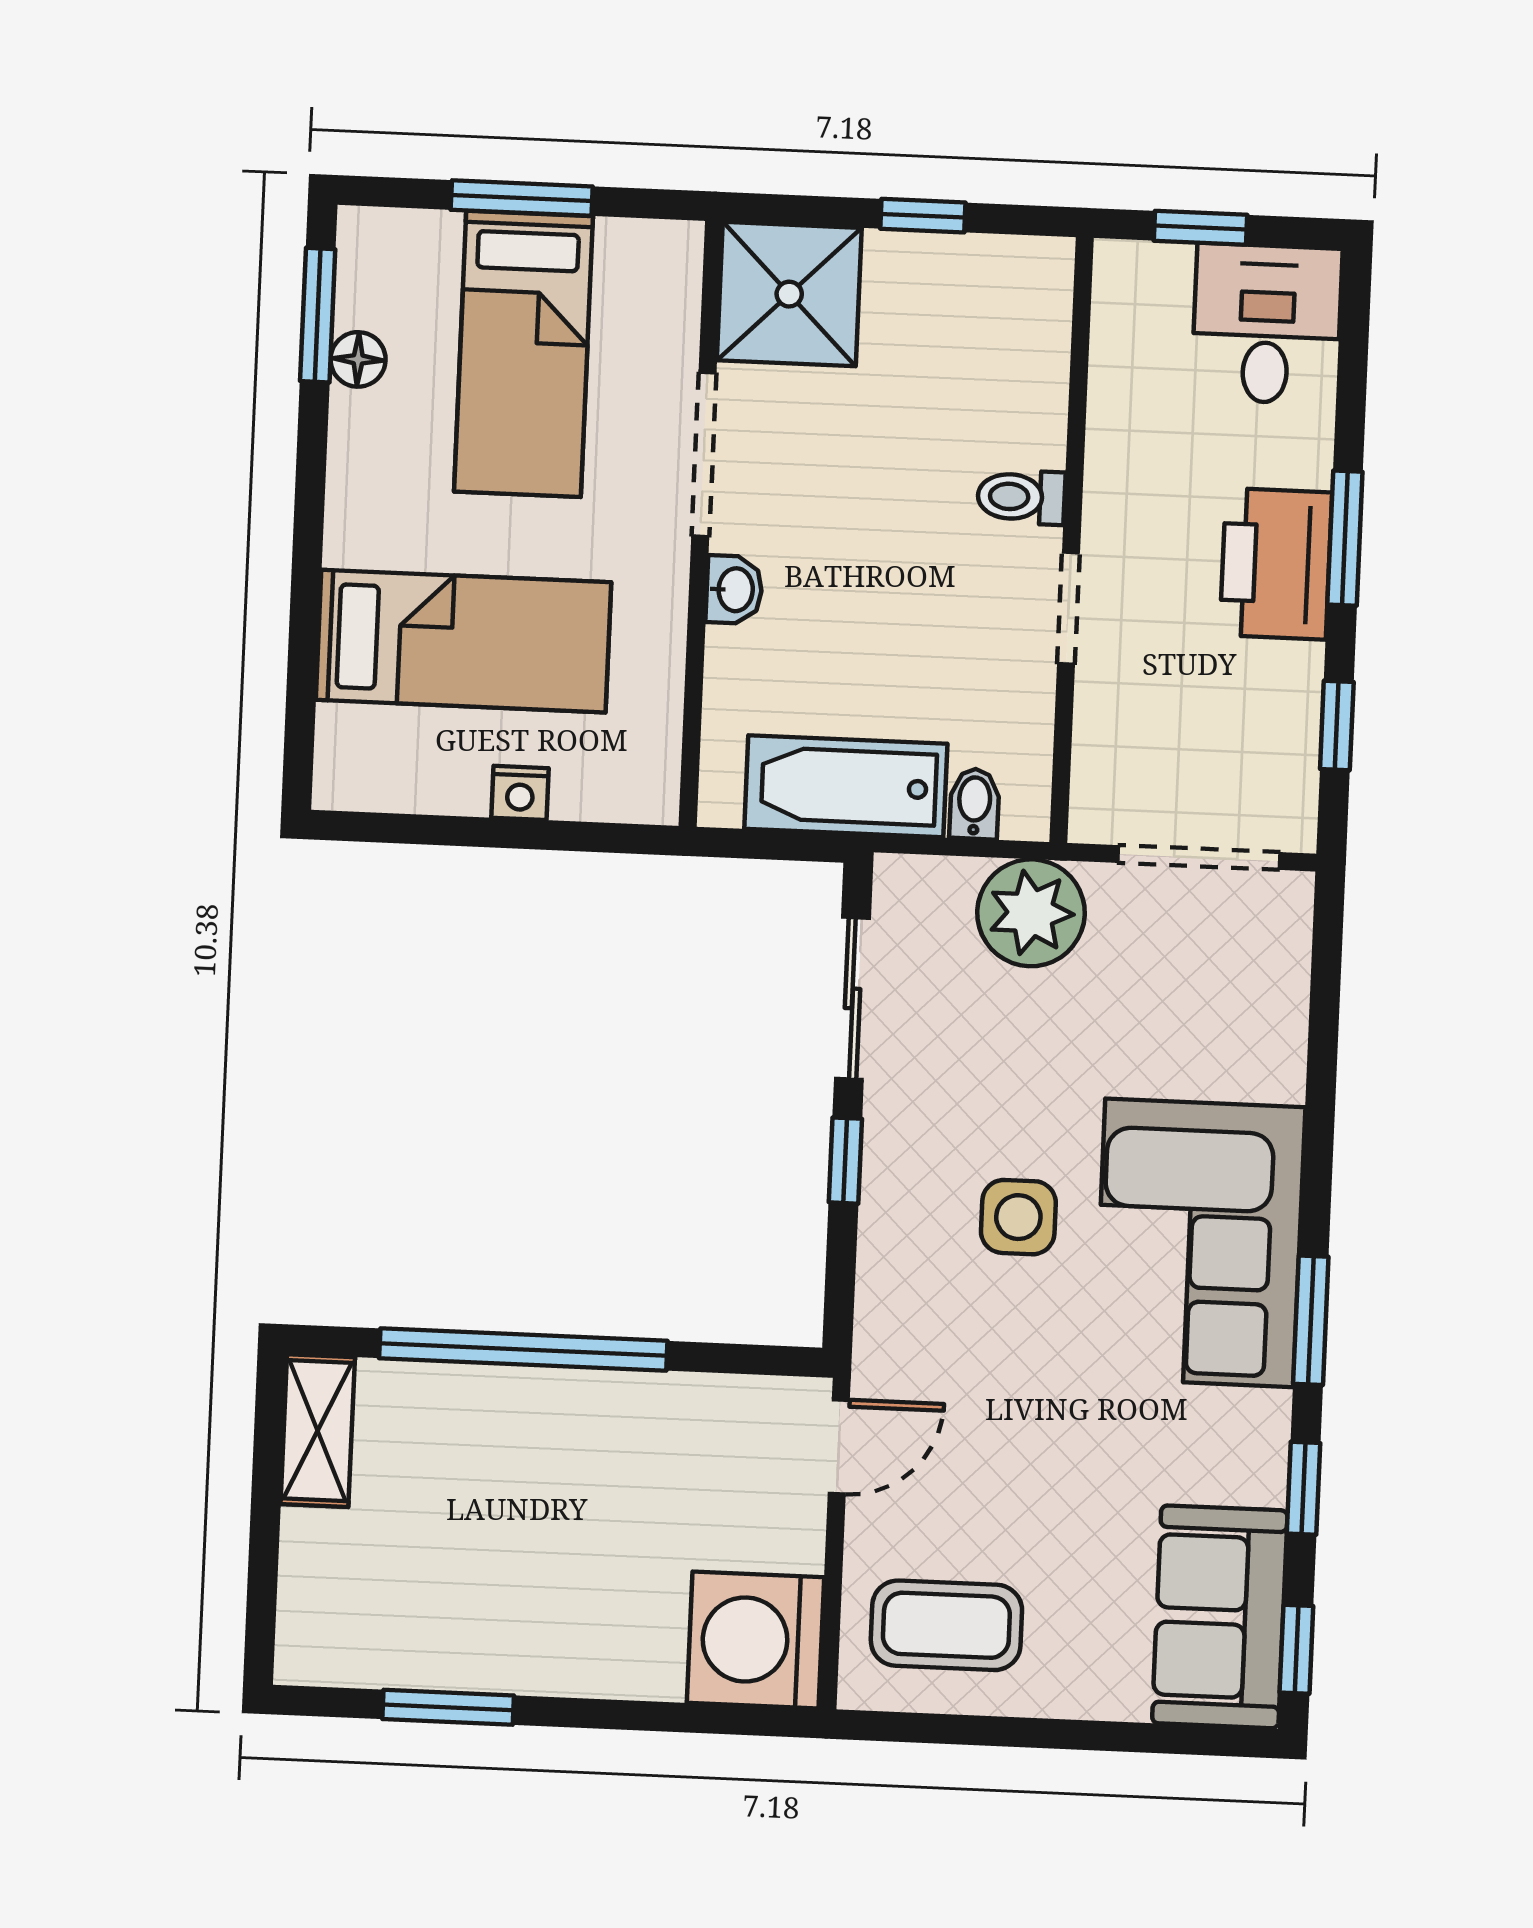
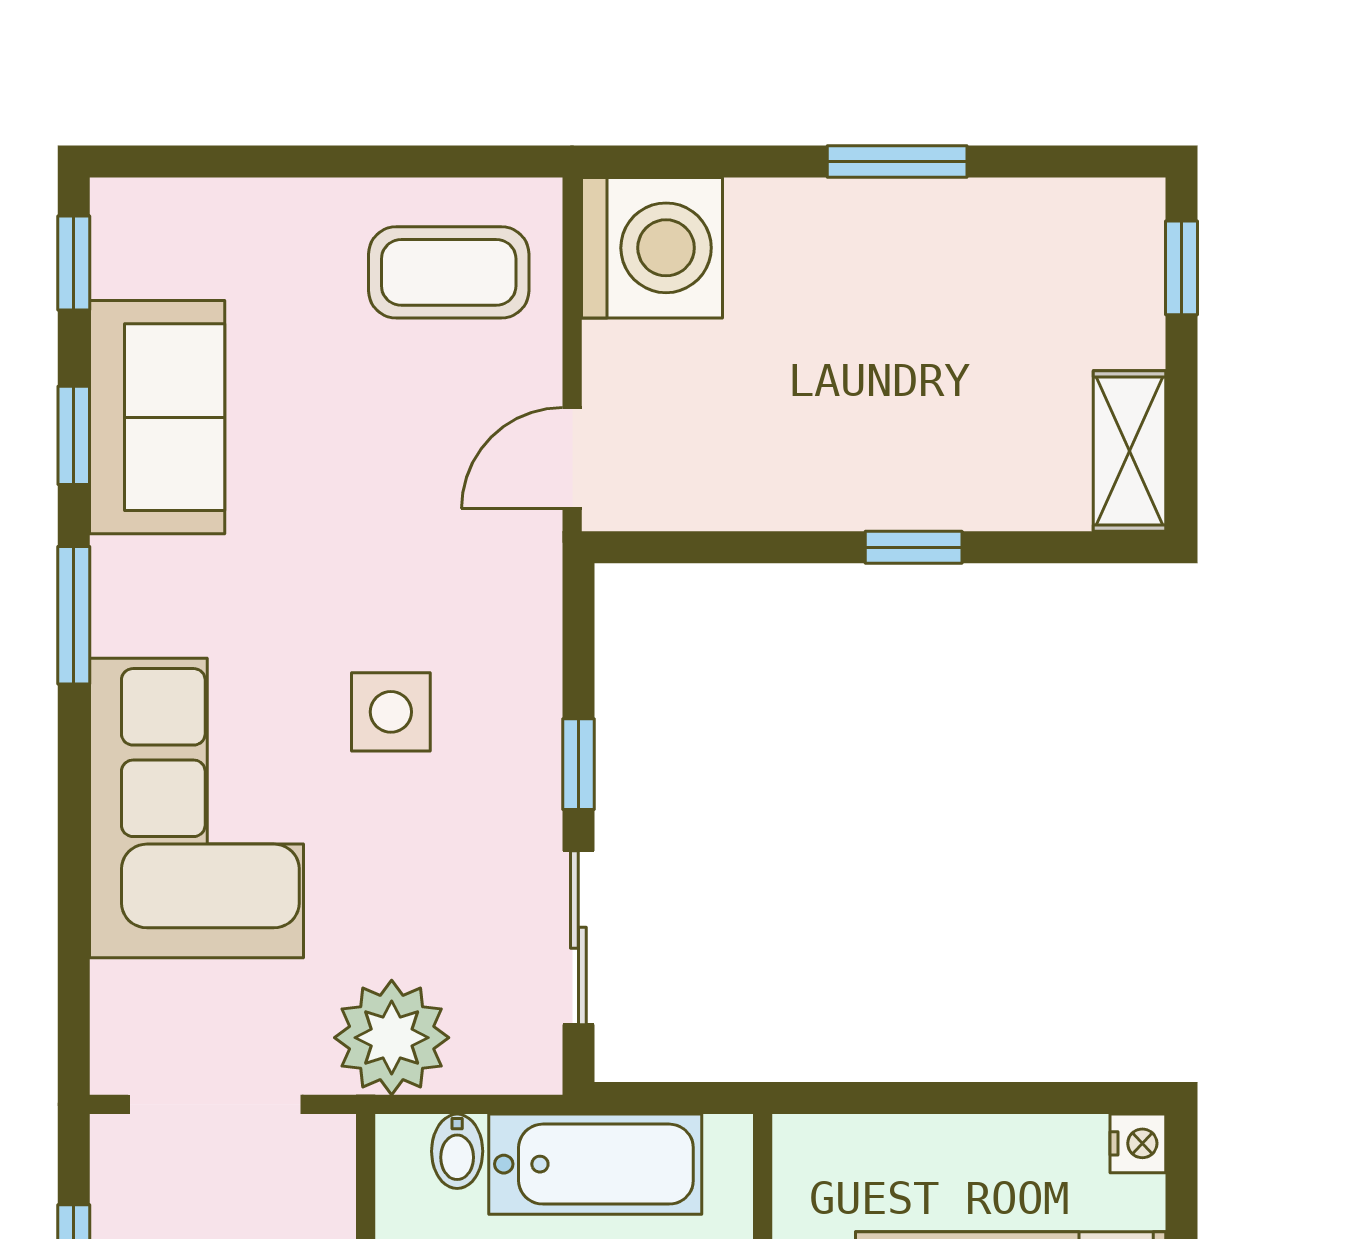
nightstand: (520, 793) -> (1138, 1143), moved, turned 90
corner sofa: (1199, 1243) -> (196, 808), moved
window: (523, 1350) -> (914, 547), width x0.32
window: (262, 1600) -> (1182, 268), added
sofa: (1220, 1617) -> (157, 417), moved
window: (448, 1707) -> (897, 162), moved

